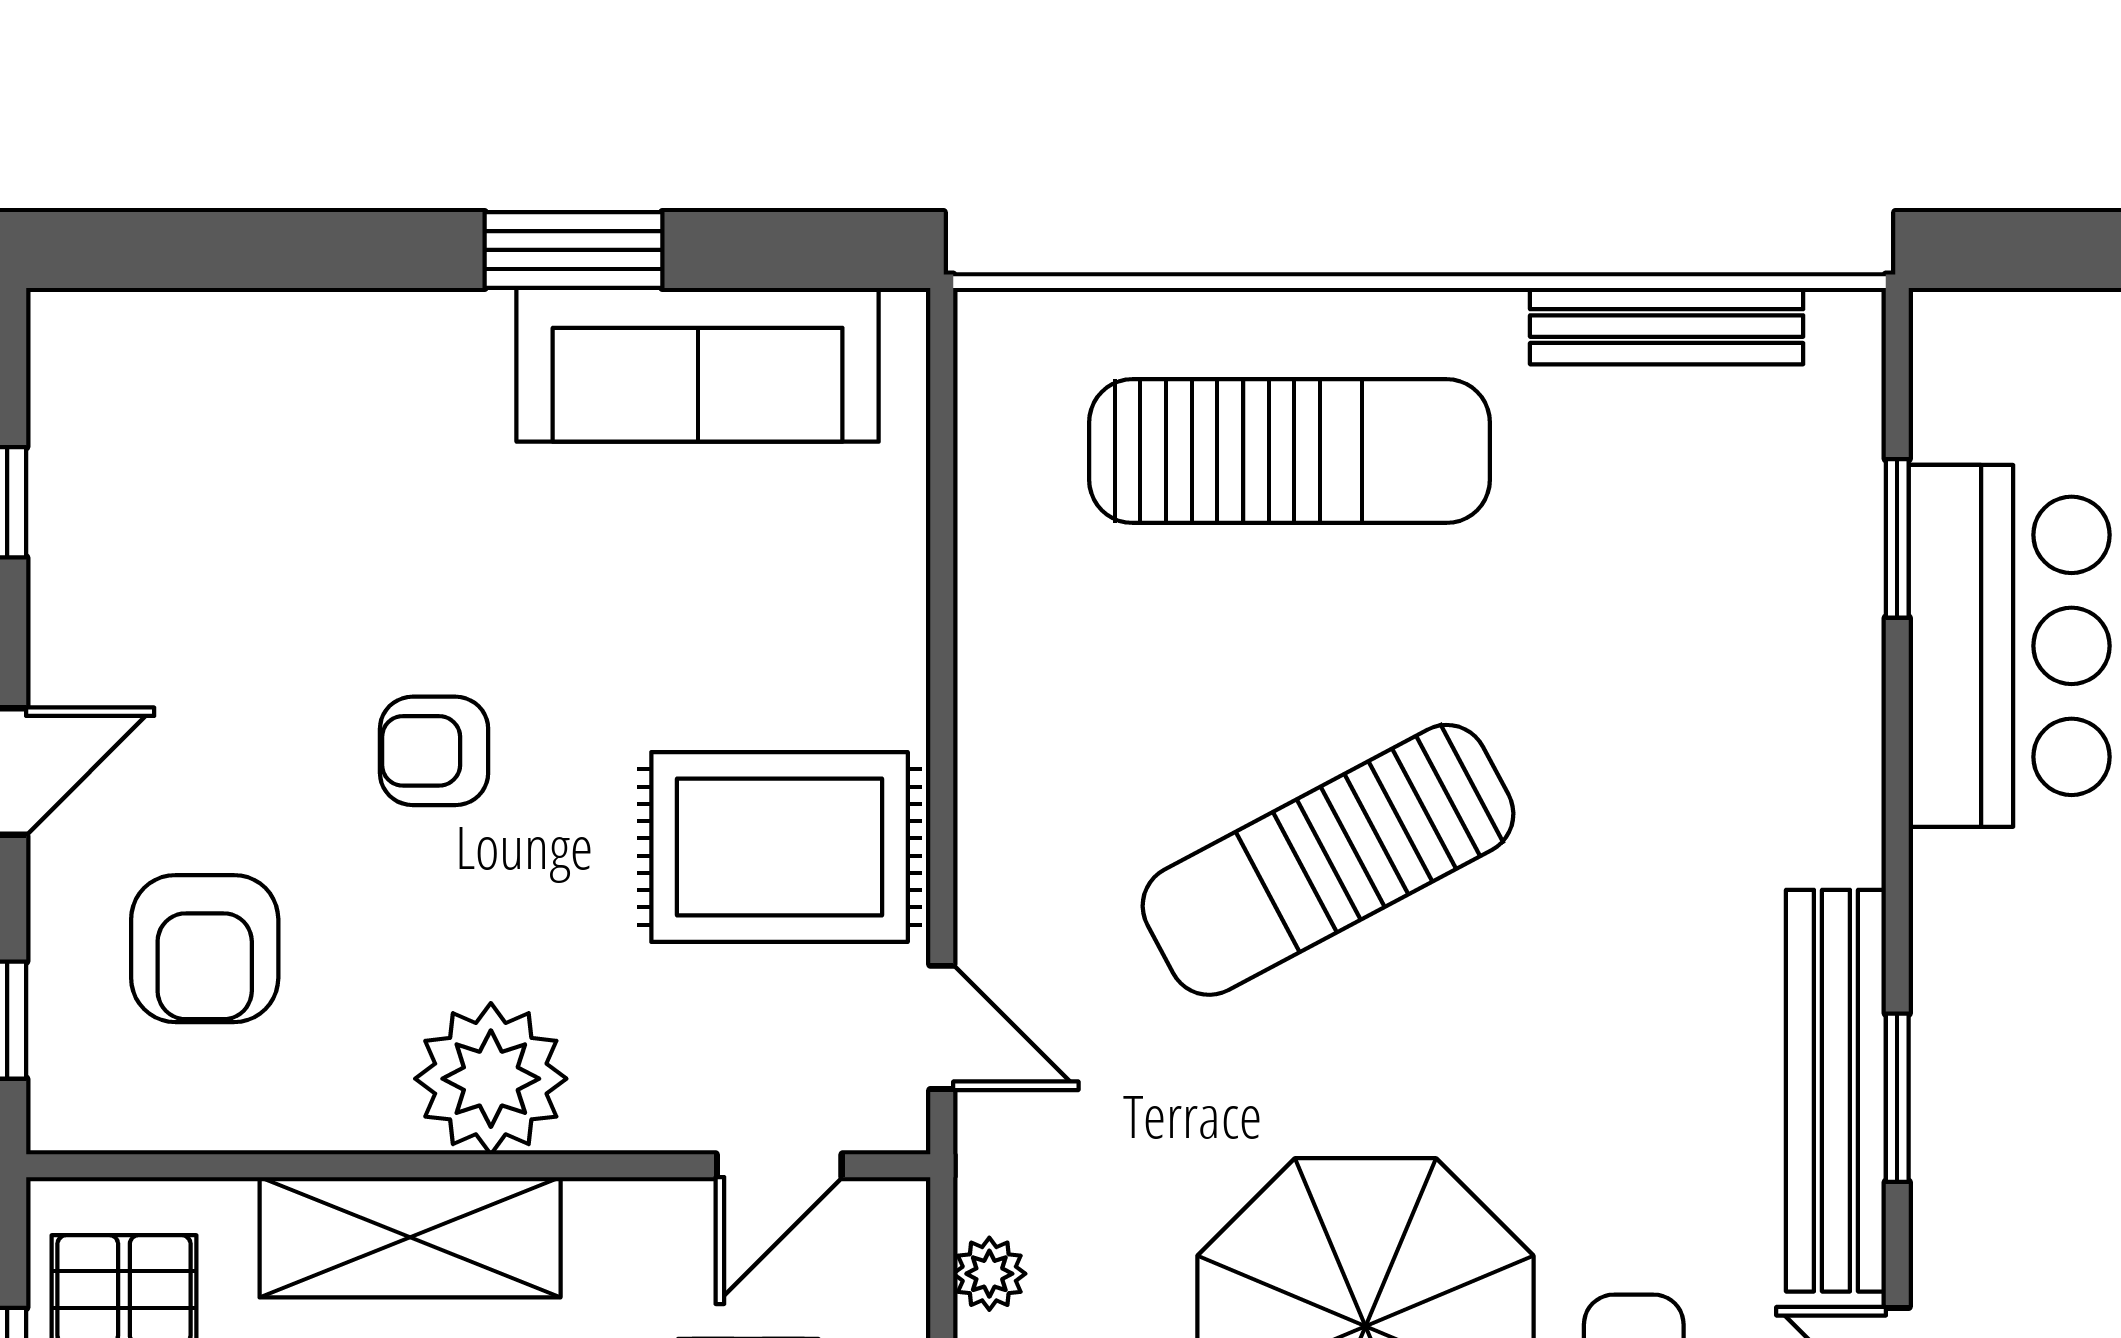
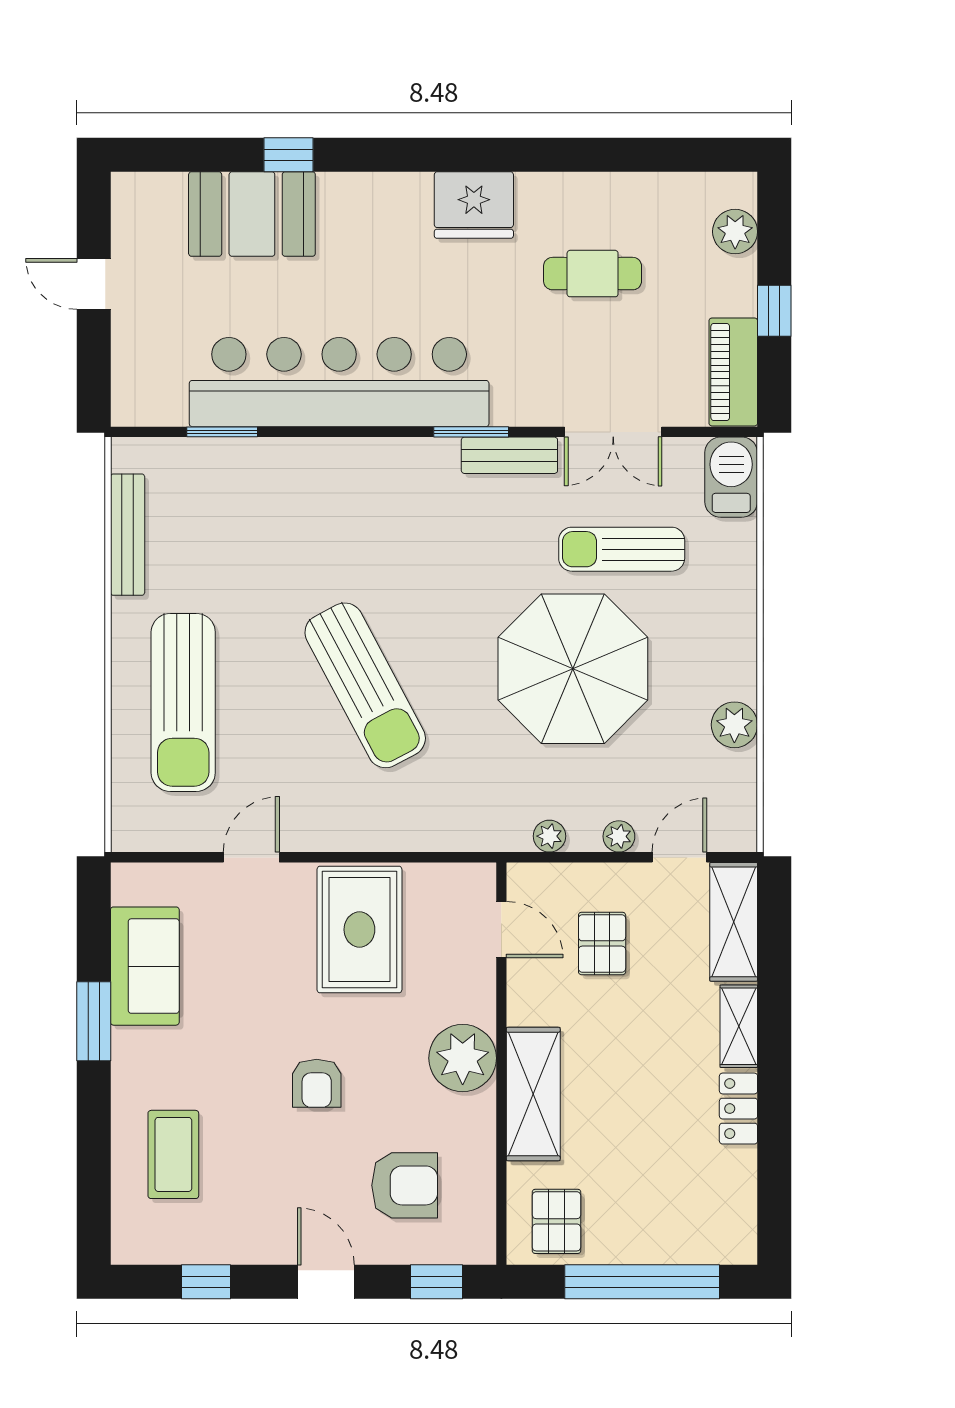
sofa: (698, 365) -> (145, 966), width x0.73
coffee table: (274, 429) -> (173, 1154), added
sun lounger: (1290, 451) -> (183, 702), turned 180
bar counter: (2009, 646) -> (339, 382), width x1.86
door: (942, 1027) -> (251, 857), moved
bench: (1836, 1091) -> (509, 455), width x0.54, depth x0.82

